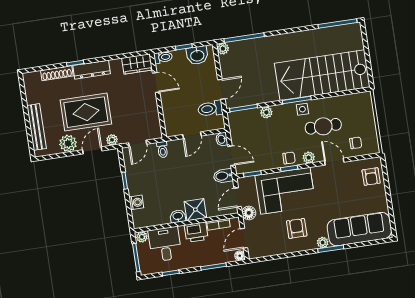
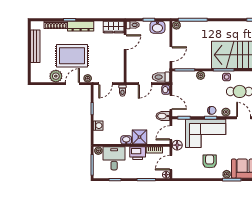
door: (156, 82) -> (125, 42), hinge flipped
toilet: (210, 109) -> (161, 77), moved
bench: (37, 127) -> (35, 46), moved

